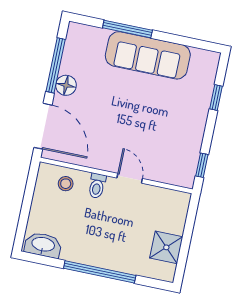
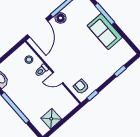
sofa: (148, 55) -> (105, 31), width x0.73
armchair: (175, 165) -> (81, 87), added
door: (130, 178) -> (58, 78), swing flipped

